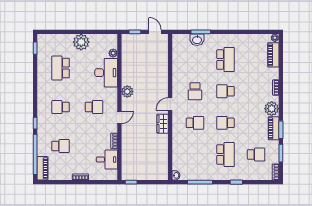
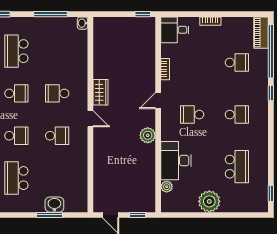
school desk: (195, 91) -> (57, 136), turned 90
door: (170, 104) -> (90, 119), hinge flipped
school desk: (61, 146) -> (237, 62), turned 180
desk: (107, 160) -> (175, 30), moved

